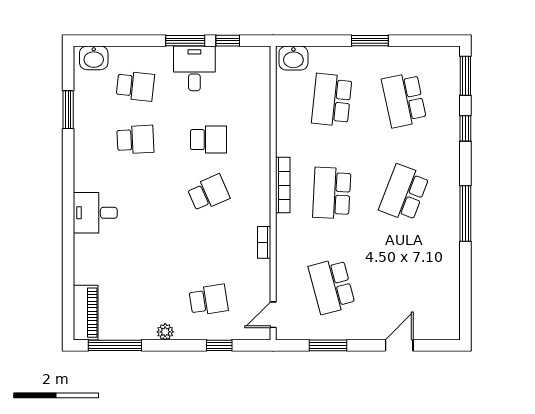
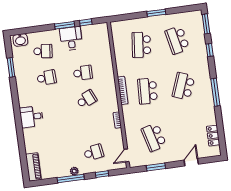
washbasin: (293, 58) -> (119, 27), removed
locker: (449, 299) -> (213, 136), added
window: (115, 345) -> (71, 178), moved

